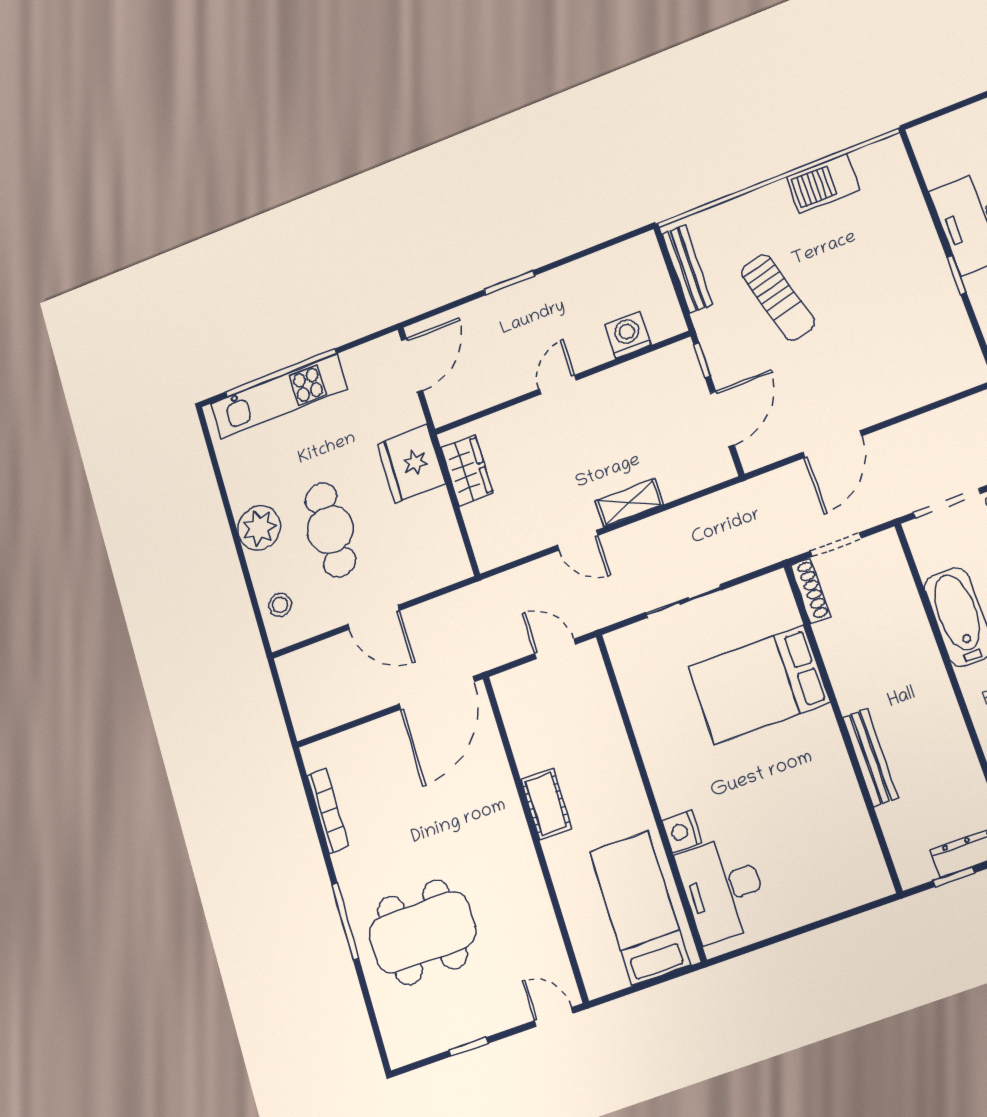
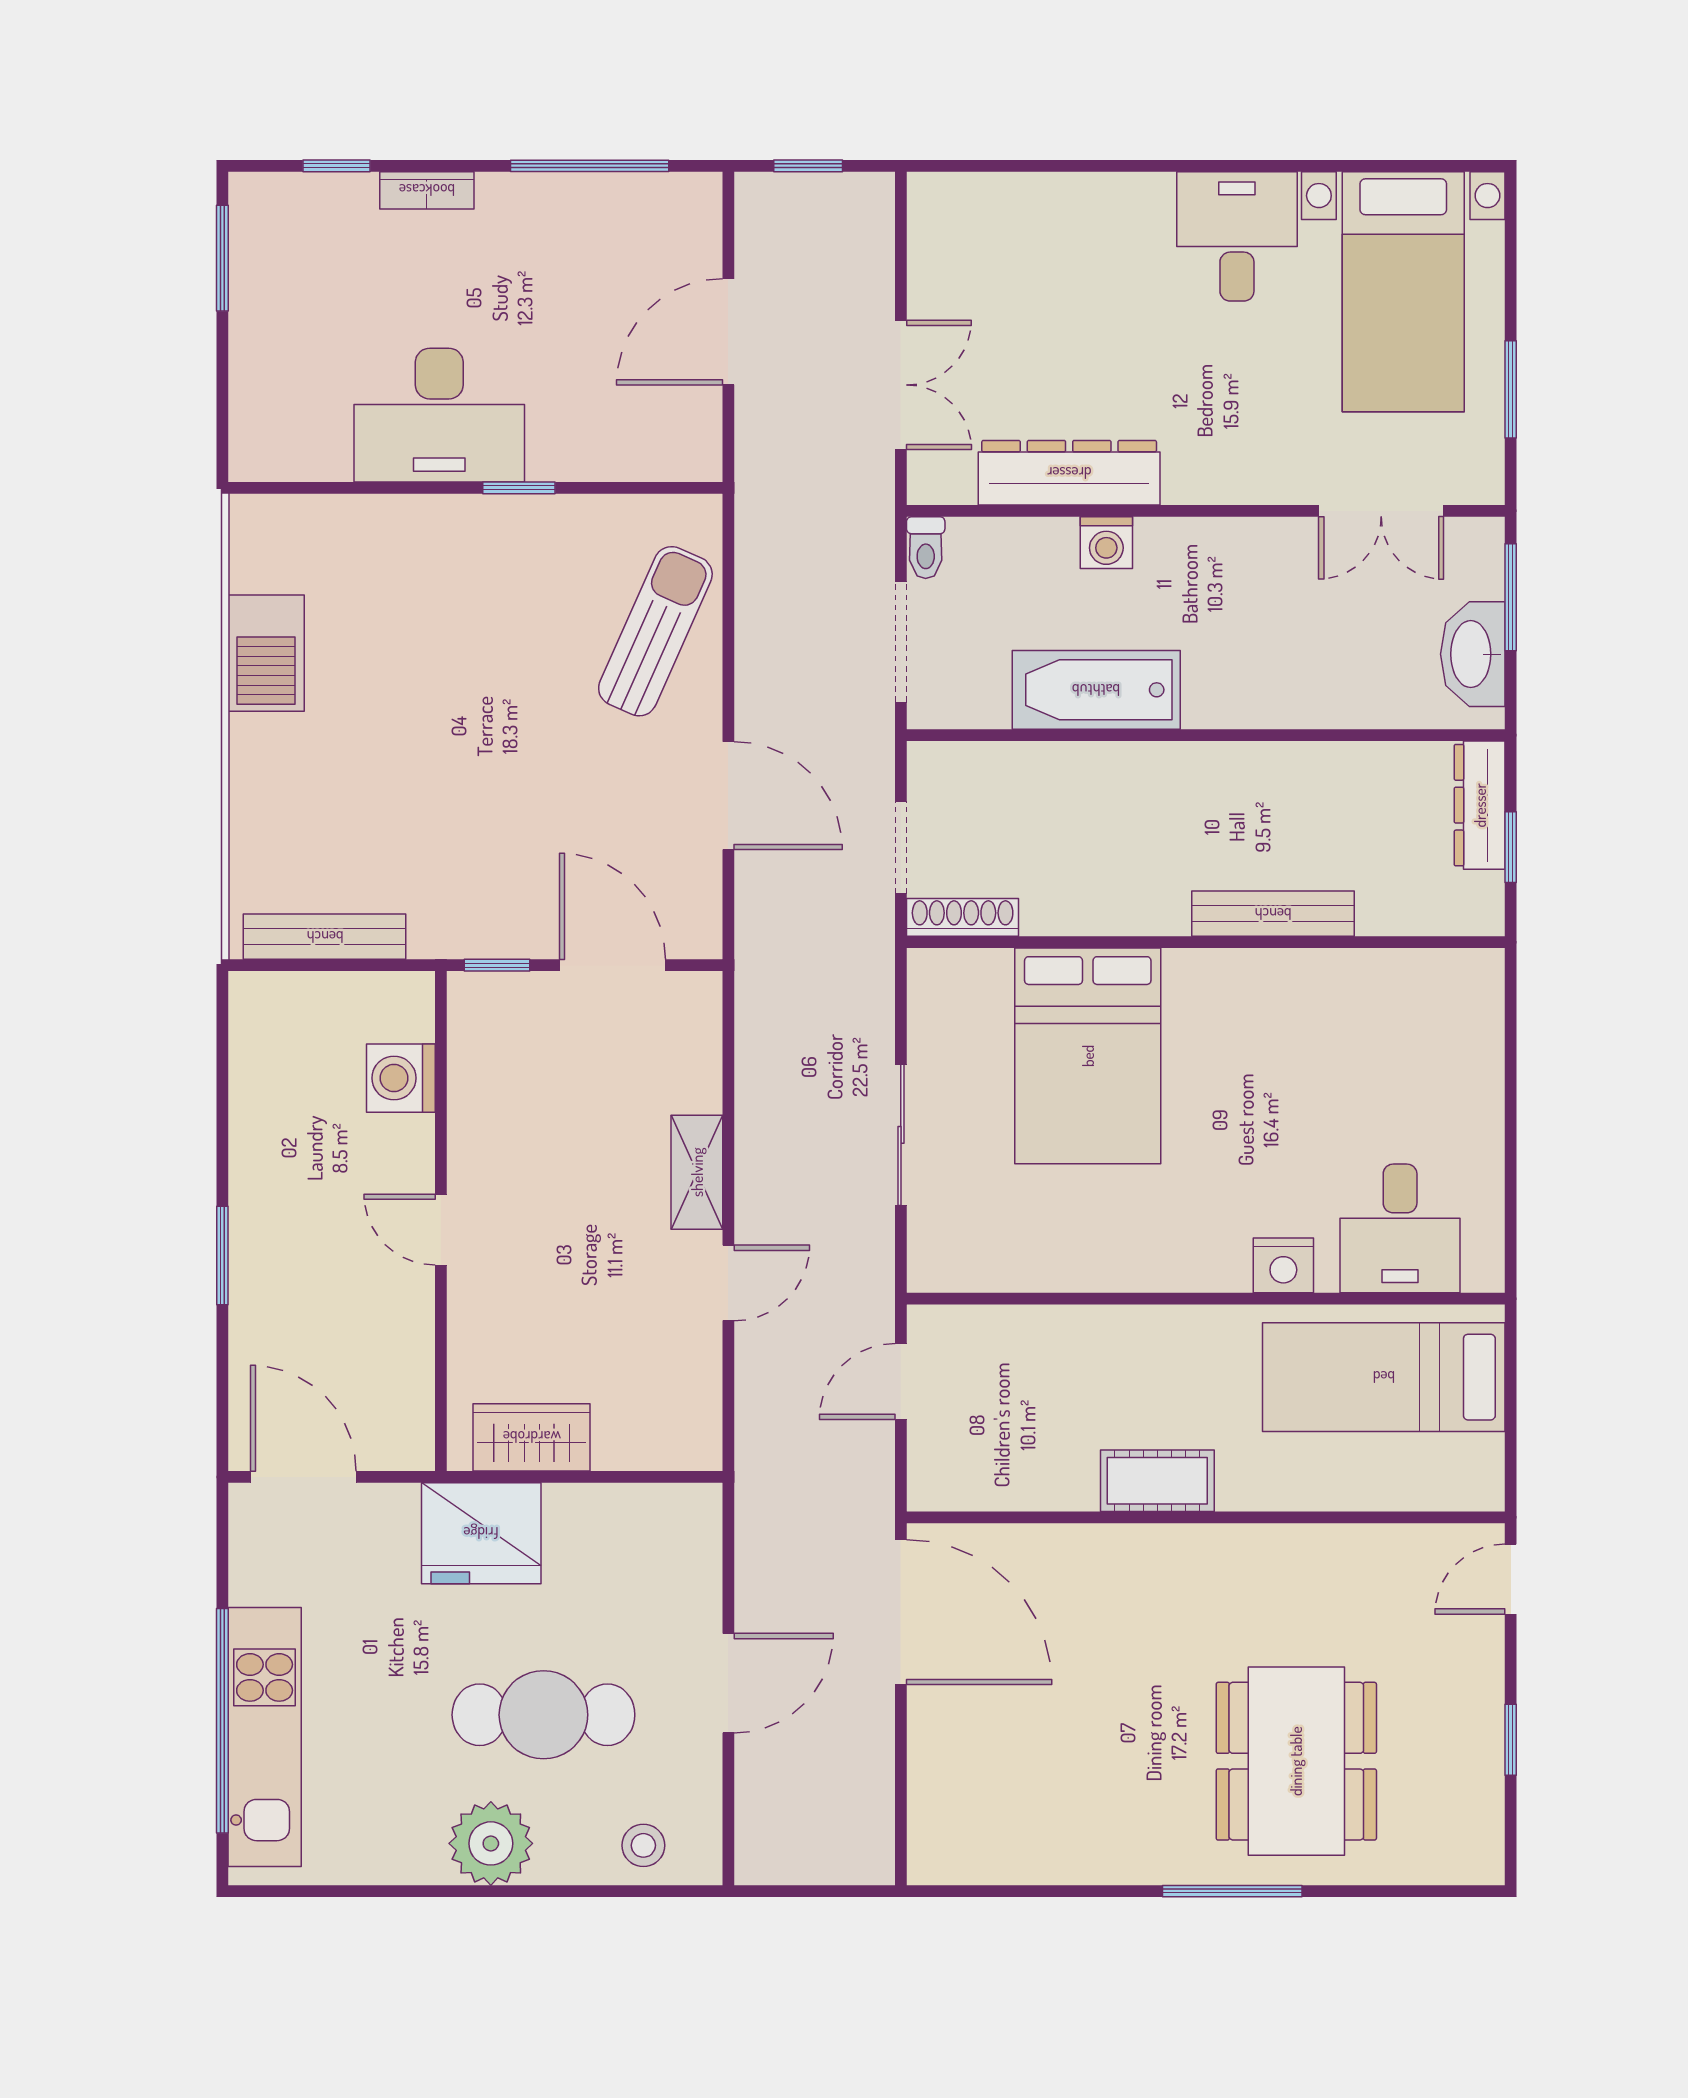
sun lounger: (778, 298) -> (655, 631), moved, turned -51
bookcase: (328, 811) -> (1034, 1866), removed
desk: (723, 889) -> (1400, 1228), width x0.73

